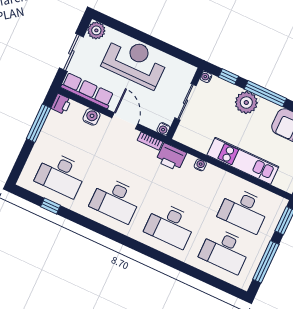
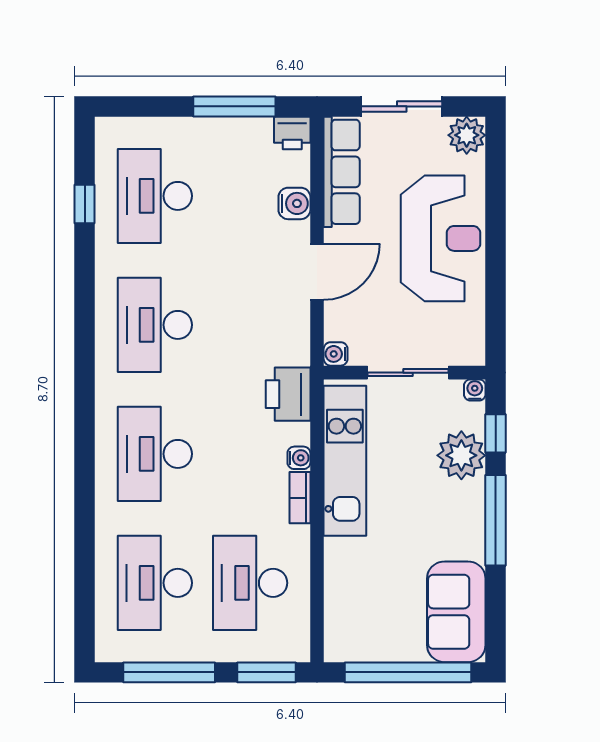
plant: (246, 103) -> (461, 455), moved
bookcase: (150, 141) -> (300, 498), moved
kitchen unit: (243, 161) -> (345, 461), moved

